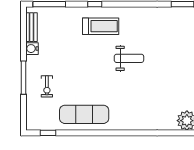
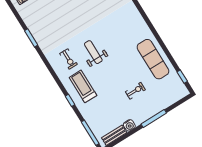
exercise bike: (138, 29) -> (68, 59), added
exercise bike: (47, 86) -> (135, 91), moved

